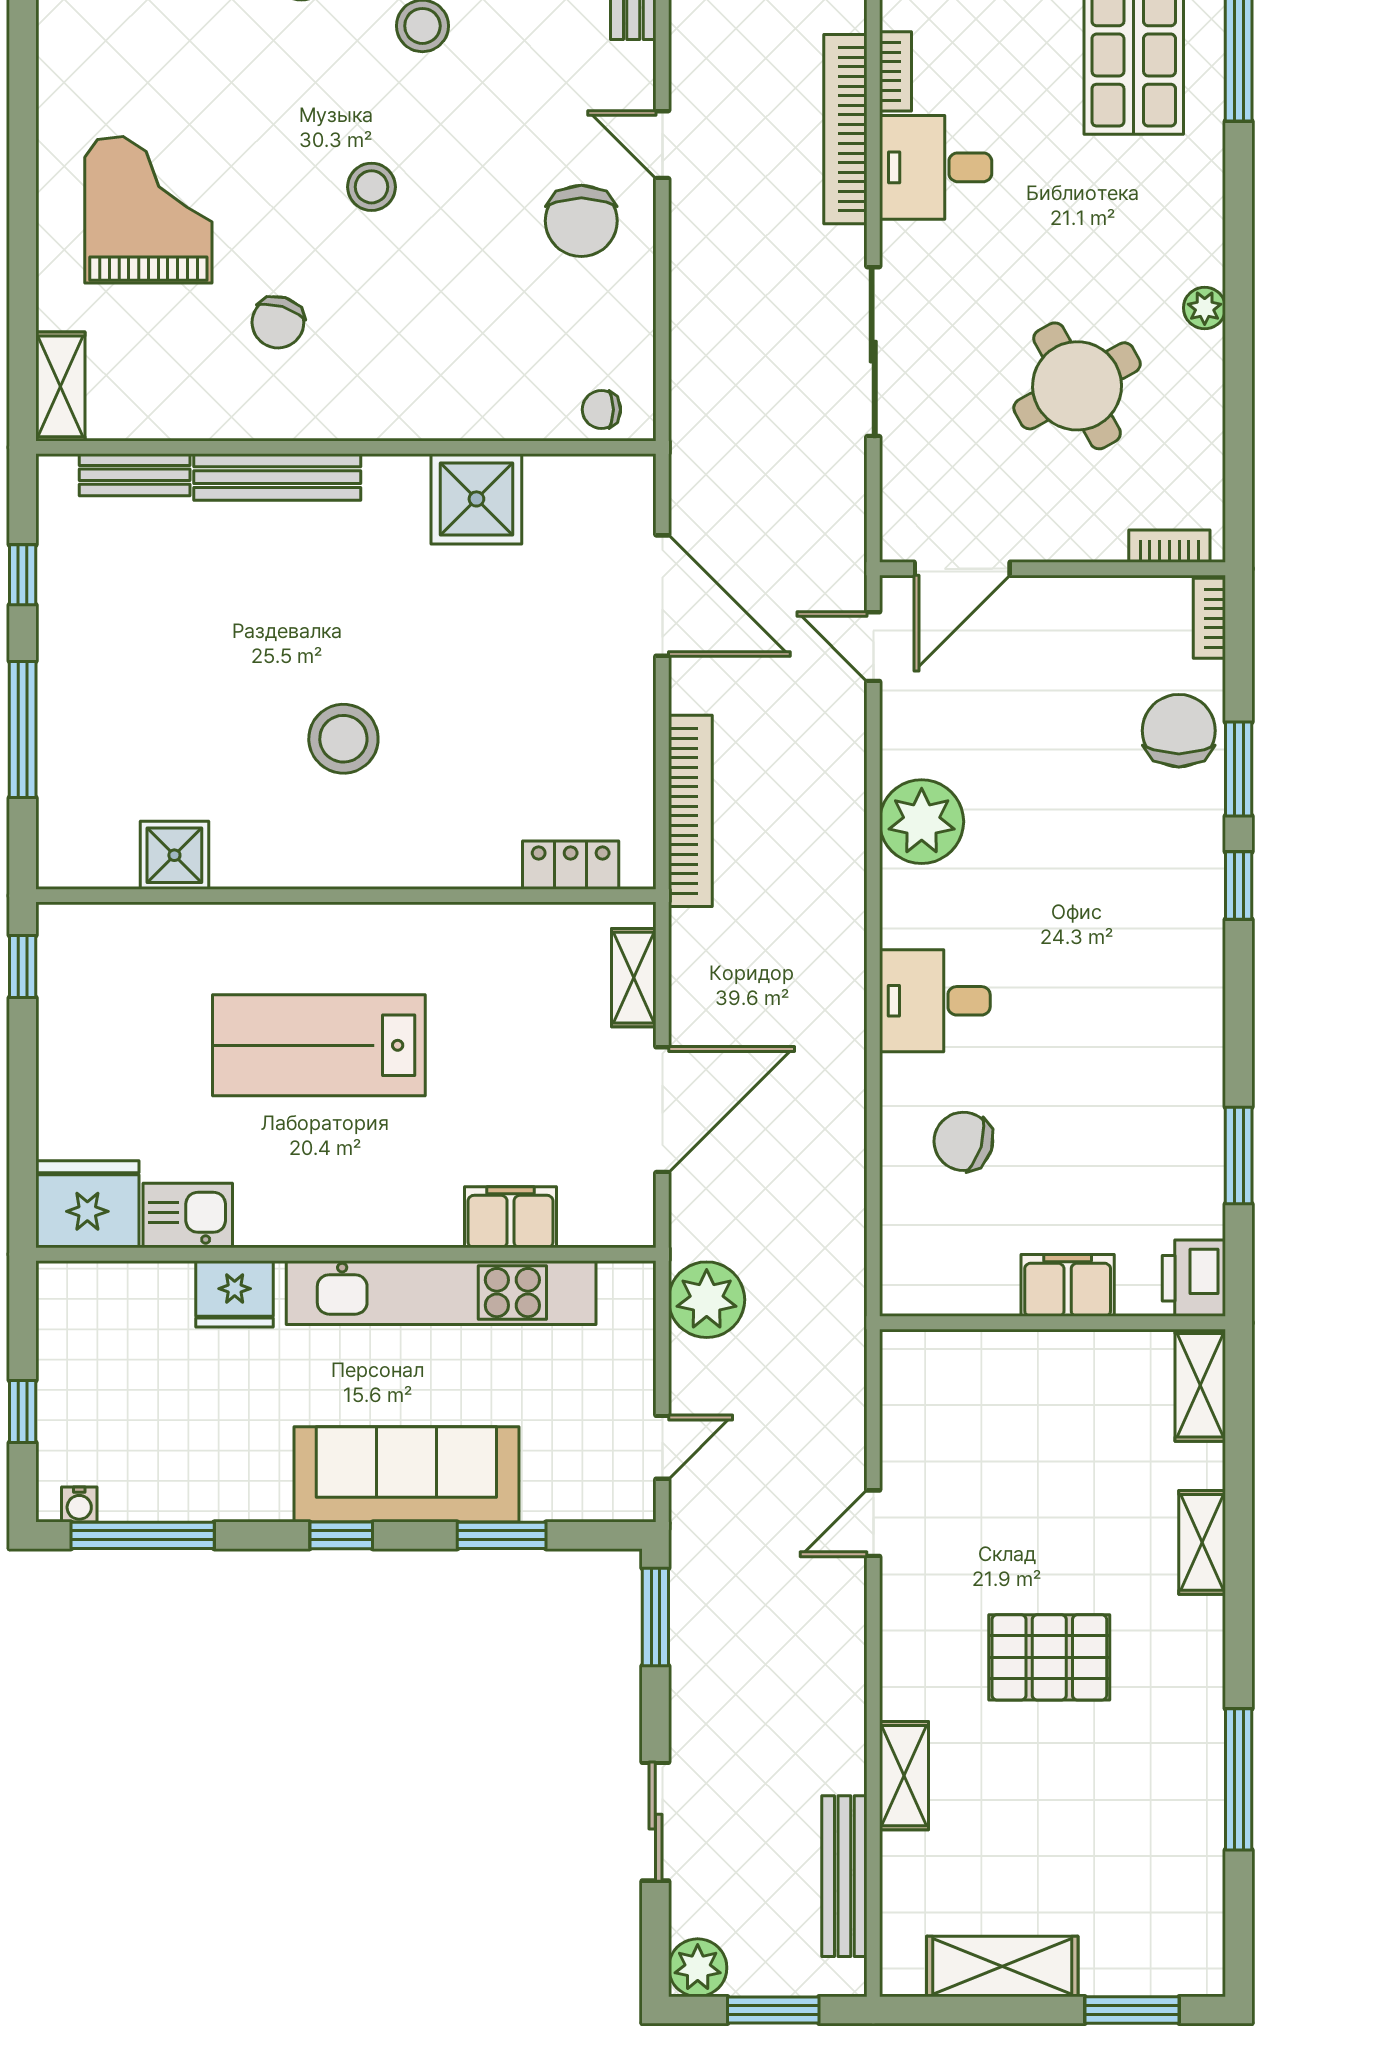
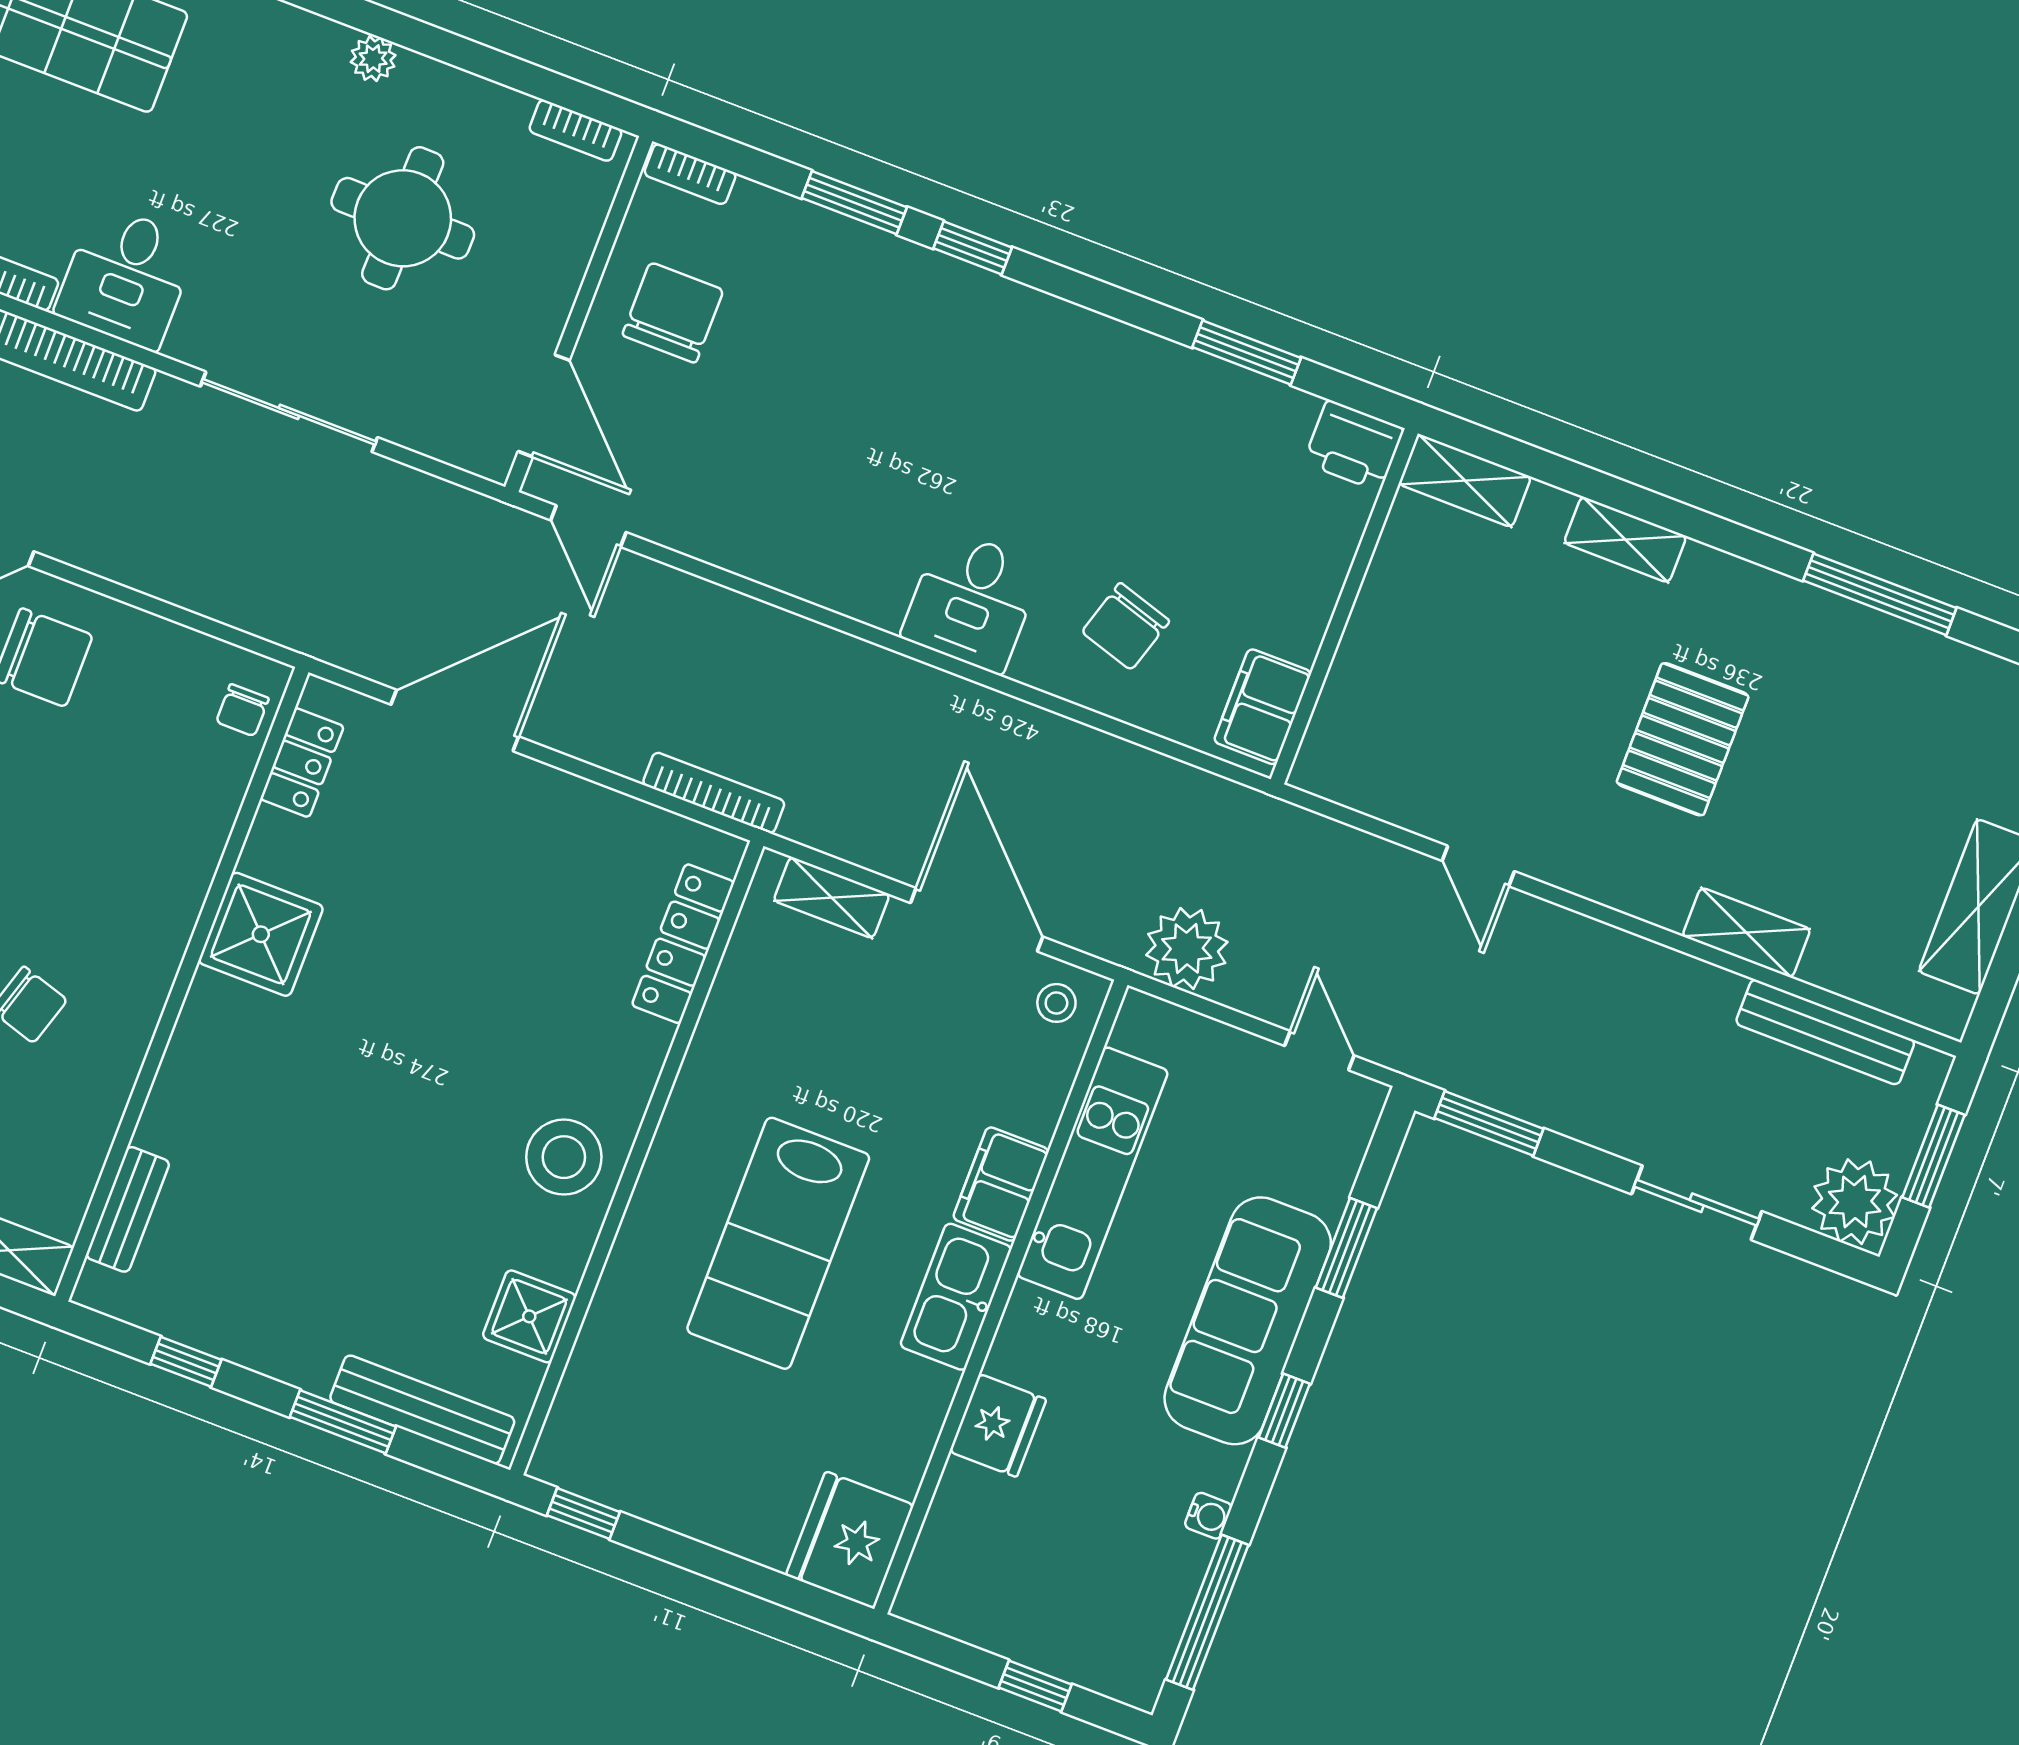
round table: (1077, 386) -> (403, 218), turned 30
bench: (277, 477) -> (422, 1410), moved, turned 90
locker: (576, 478) -> (302, 763), added
shower: (476, 499) -> (261, 934), moved
bookcase: (1169, 546) -> (575, 130), moved, turned -90
door: (873, 647) -> (588, 526), hinge flipped
window: (23, 729) -> (343, 1422), width x0.69
chair: (1179, 731) -> (673, 313), moved, turned 90
stool: (343, 739) -> (564, 1157), moved
bookcase: (690, 811) -> (714, 793), width x0.68, depth x0.76
plant: (922, 822) -> (785, 545), removed
locker: (571, 865) -> (683, 944), width x1.53
stool: (617, 1206) -> (1056, 1003), added
kitchen sink: (188, 1216) -> (956, 1297), moved, width x1.38
filing cabinet: (511, 1217) -> (1001, 1184), moved
filing cabinet: (1068, 1285) -> (1263, 707), moved
kitchen unit: (441, 1293) -> (1093, 1173), width x0.73
water cooler: (79, 1504) -> (1208, 1516), moved
plant: (698, 1968) -> (1855, 1202), width x1.36, depth x1.36

